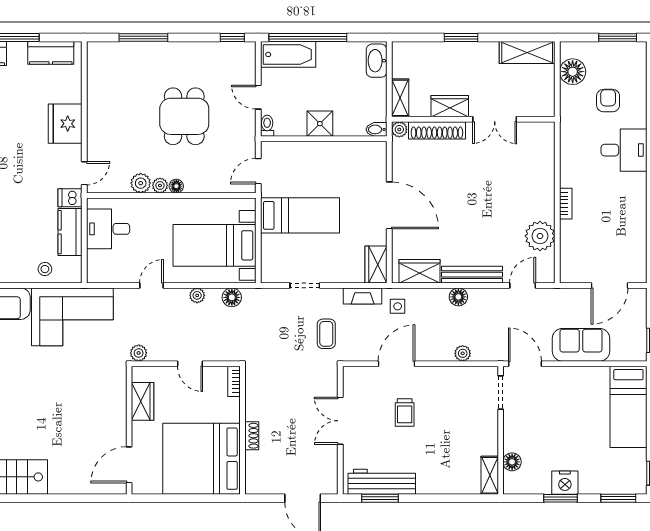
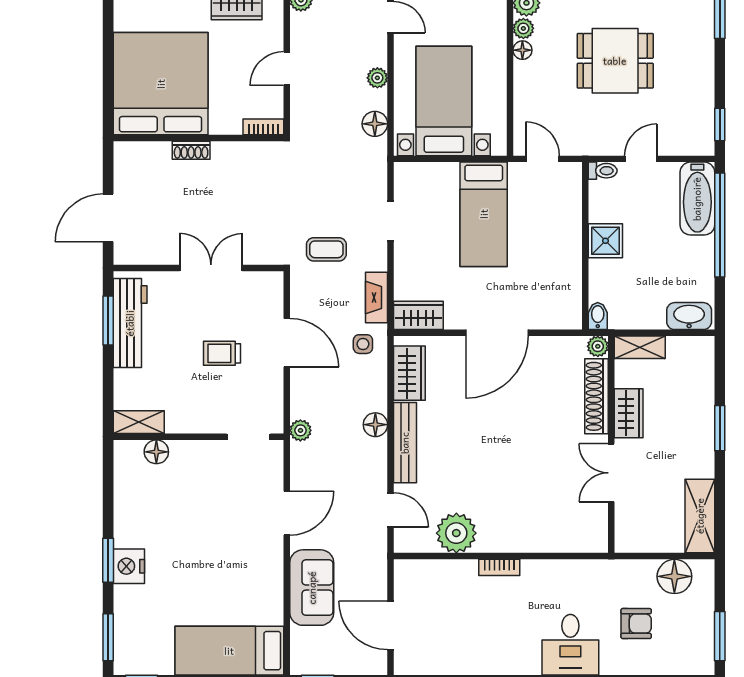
doorway: (501, 392) -> (248, 437), moved
wall: (501, 430) -> (198, 437), moved
floor lamp: (512, 462) -> (156, 452), moved
shelving: (490, 475) -> (139, 422), moved

